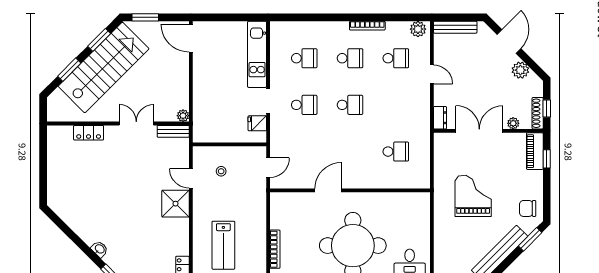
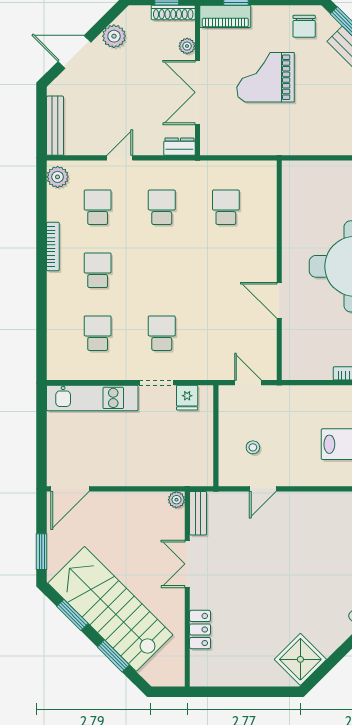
school desk: (350, 105) -> (162, 207), moved
grand piano: (473, 196) -> (266, 77), moved
shower: (176, 204) -> (300, 659), moved, turned 45

